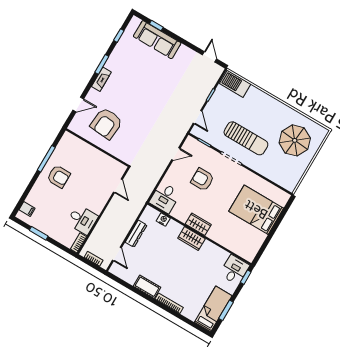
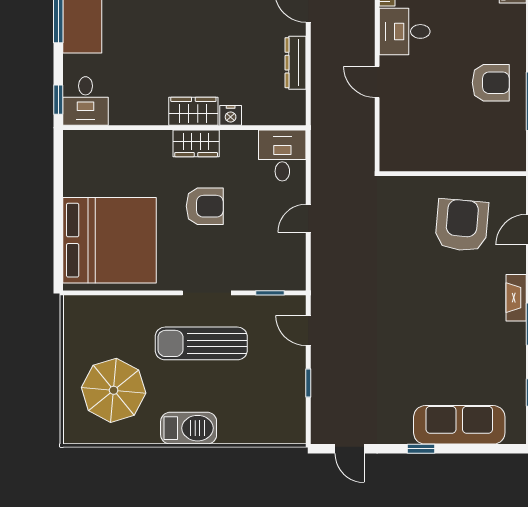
window: (156, 26) -> (421, 449), moved
barbecue: (235, 84) -> (189, 428), moved
door: (176, 154) -> (308, 218), moved
armchair: (59, 177) -> (491, 83), turned 180
armchair: (202, 179) -> (205, 206), moved
door: (118, 186) -> (377, 82), moved
bed: (256, 210) -> (109, 240), width x1.36
nightstand: (163, 220) -> (231, 115), moved

